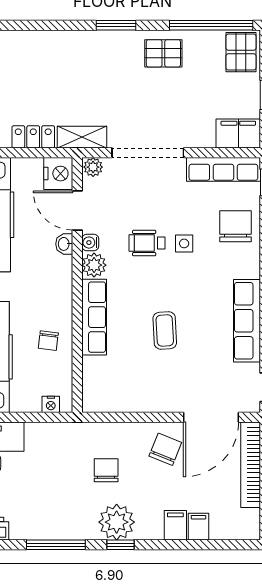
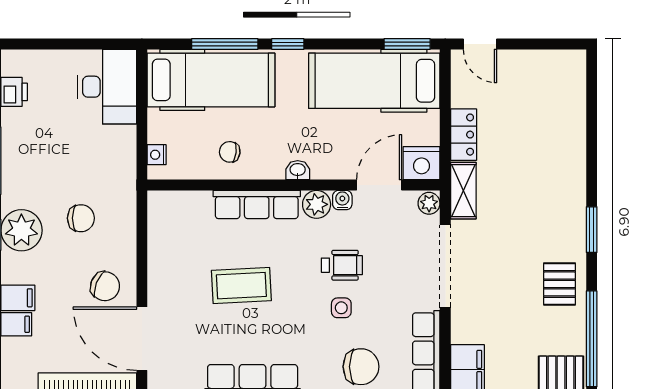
wheelchair: (147, 243) -> (342, 265), turned 90
washbasin: (64, 244) -> (298, 170), moved
coffee table: (165, 330) -> (241, 286), width x1.36, depth x1.30

